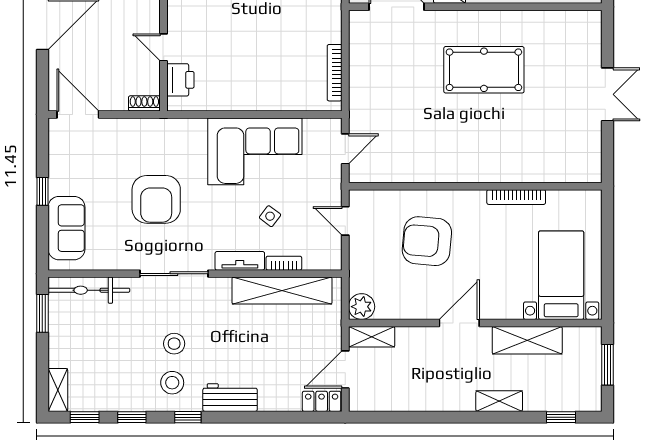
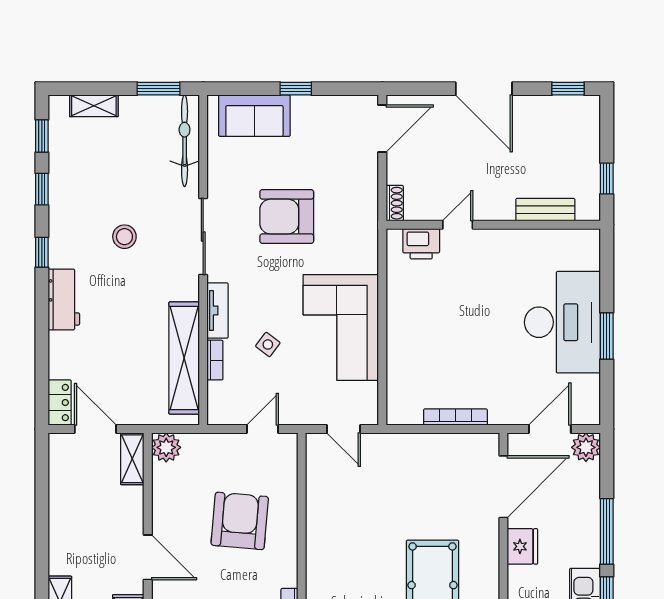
bookcase: (335, 73) -> (455, 417), moved
stool: (172, 383) -> (81, 234), removed
shelving: (58, 390) -> (94, 106), moved

